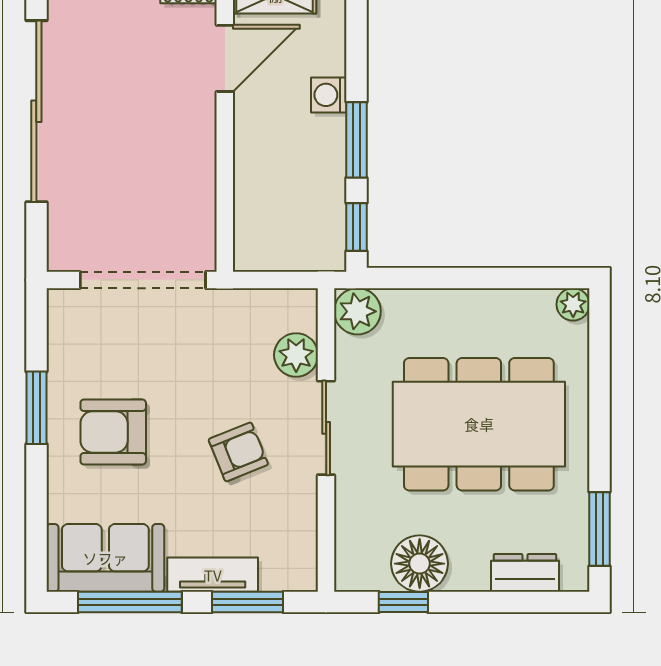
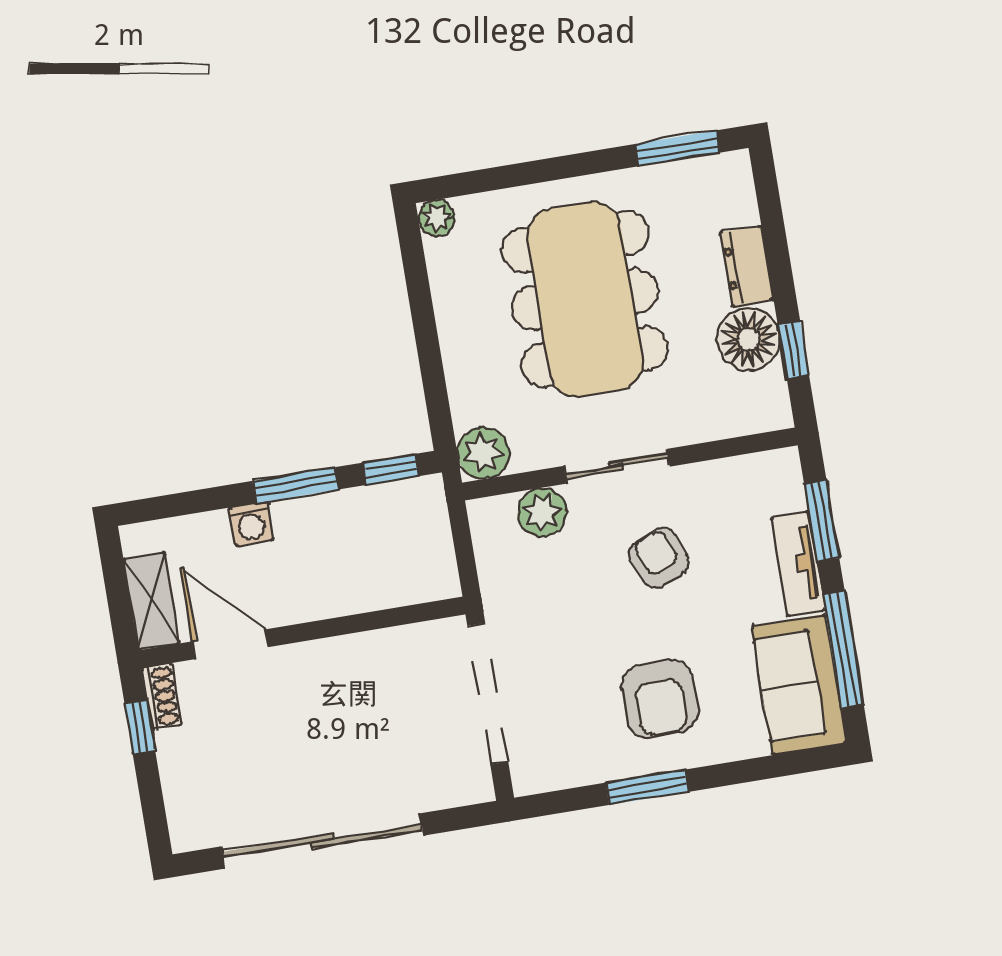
dresser: (525, 573) -> (747, 266), moved

